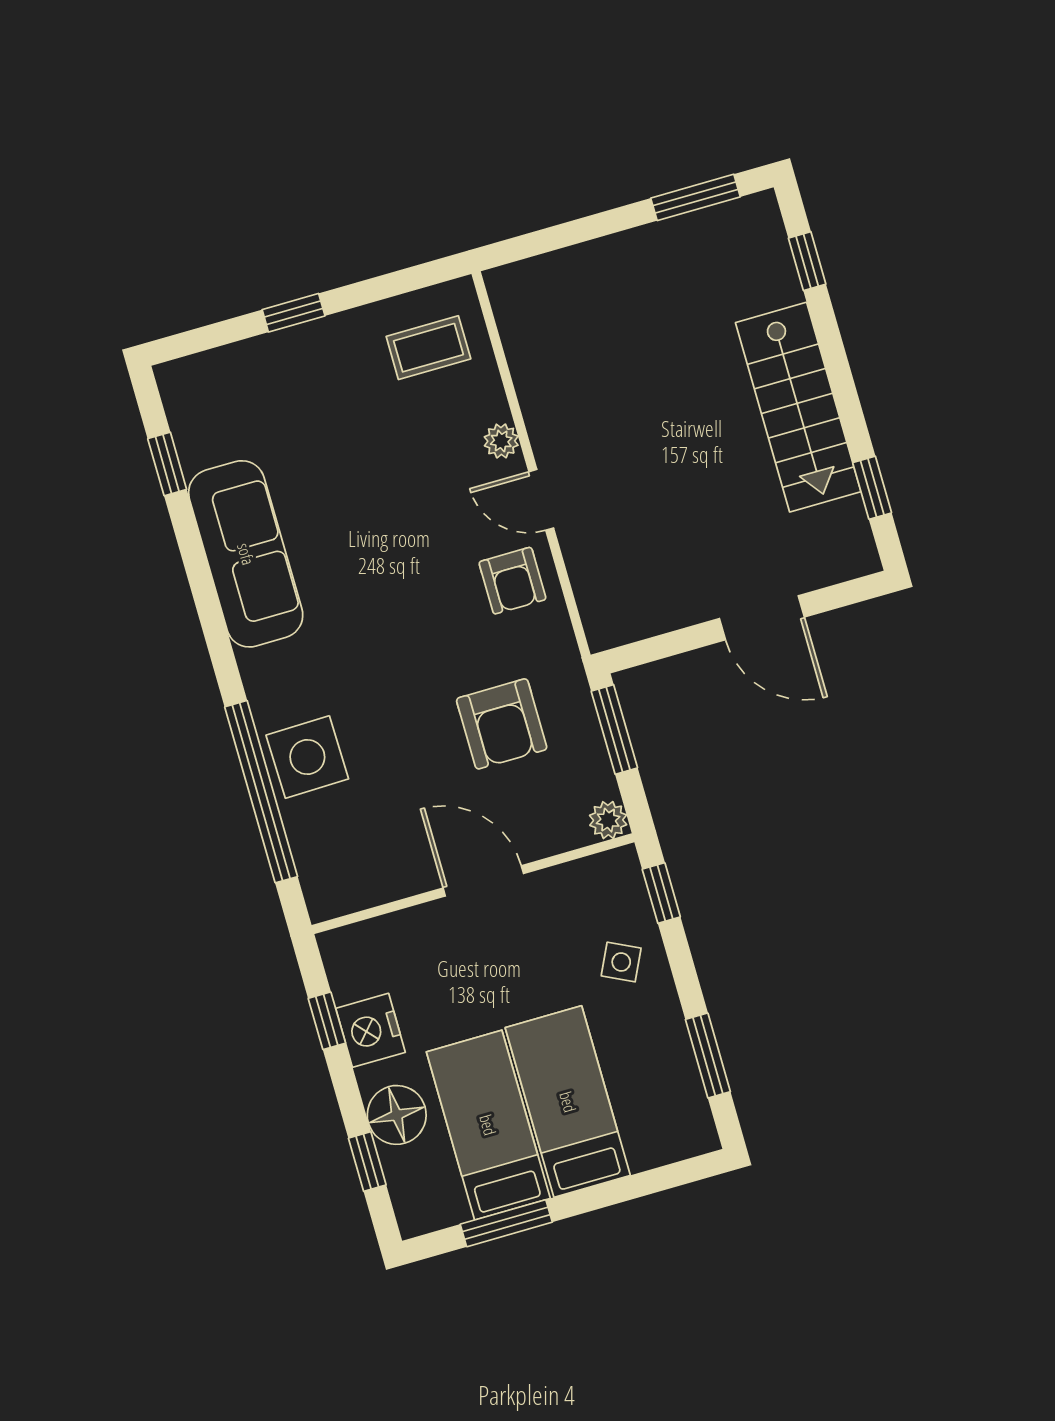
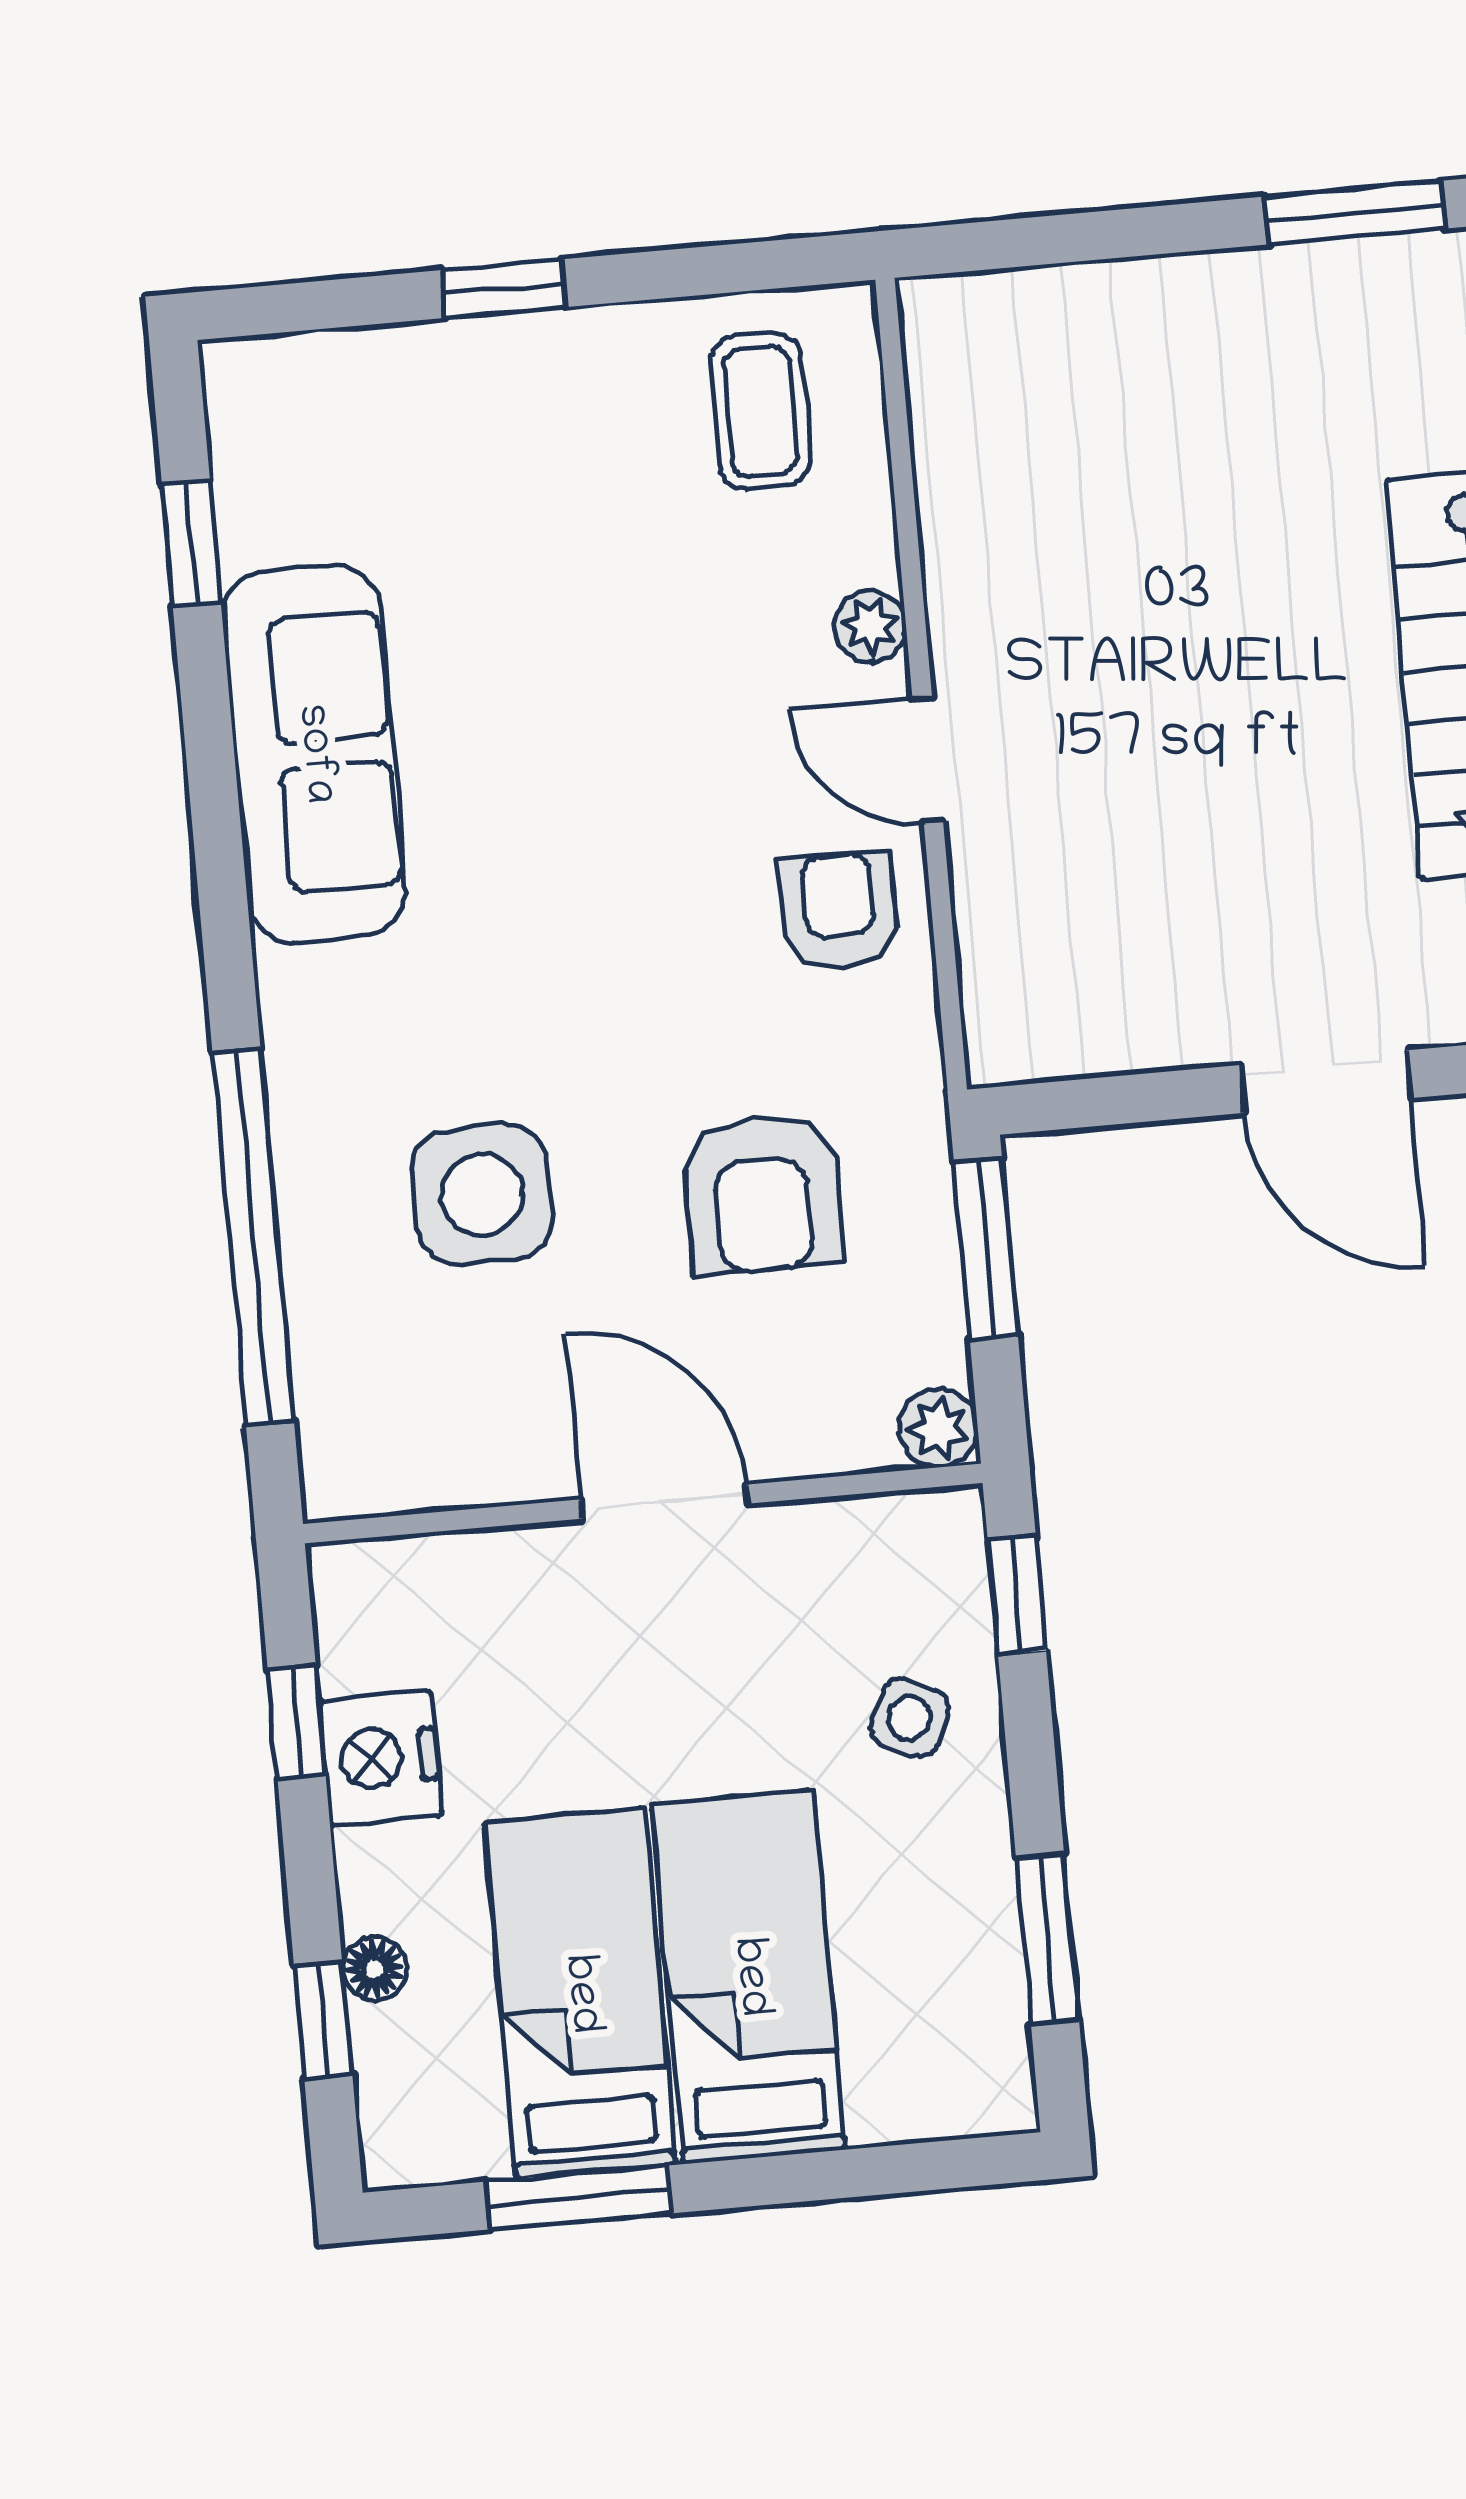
coffee table: (428, 348) -> (760, 411), turned 90
armchair: (512, 581) -> (839, 911), turned 180
side table: (307, 757) -> (482, 1195), moved
floor lamp: (397, 1115) -> (375, 1969), width x0.53, depth x0.53

